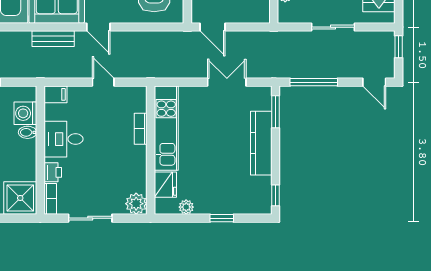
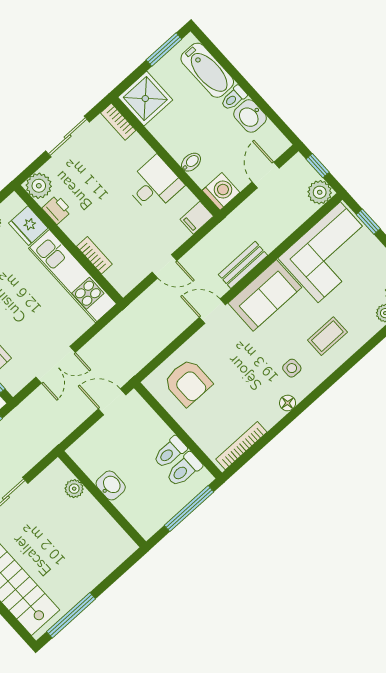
washing machine: (25, 113) -> (221, 191), moved
printer: (53, 172) -> (57, 210), moved, turned 180

